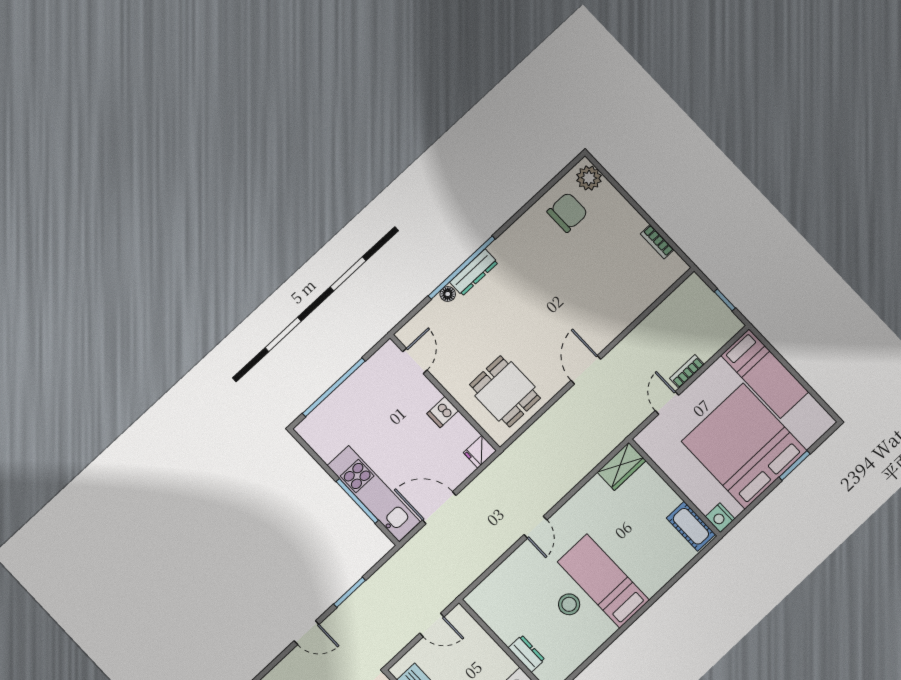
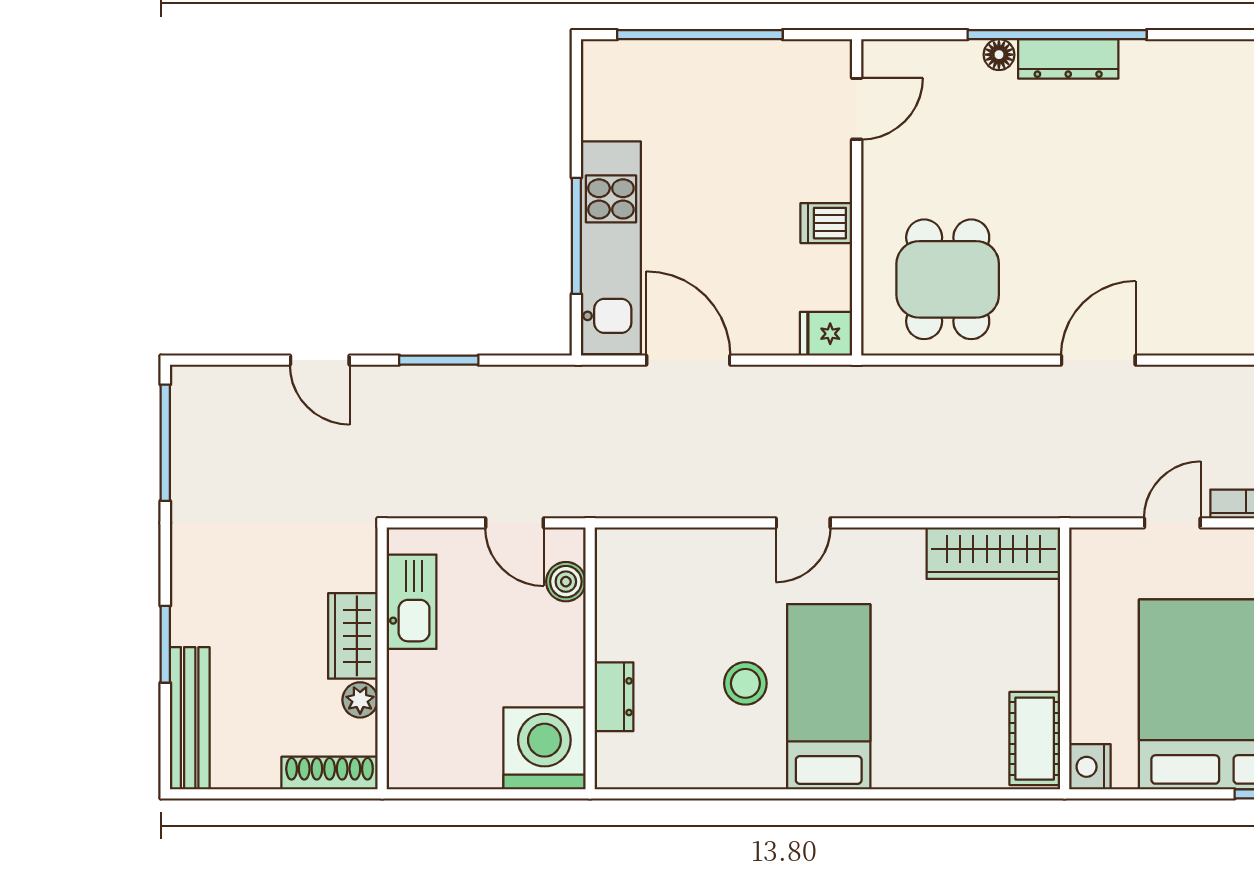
wardrobe: (622, 466) -> (993, 553), width x1.50
boiler: (470, 629) -> (566, 582), added

